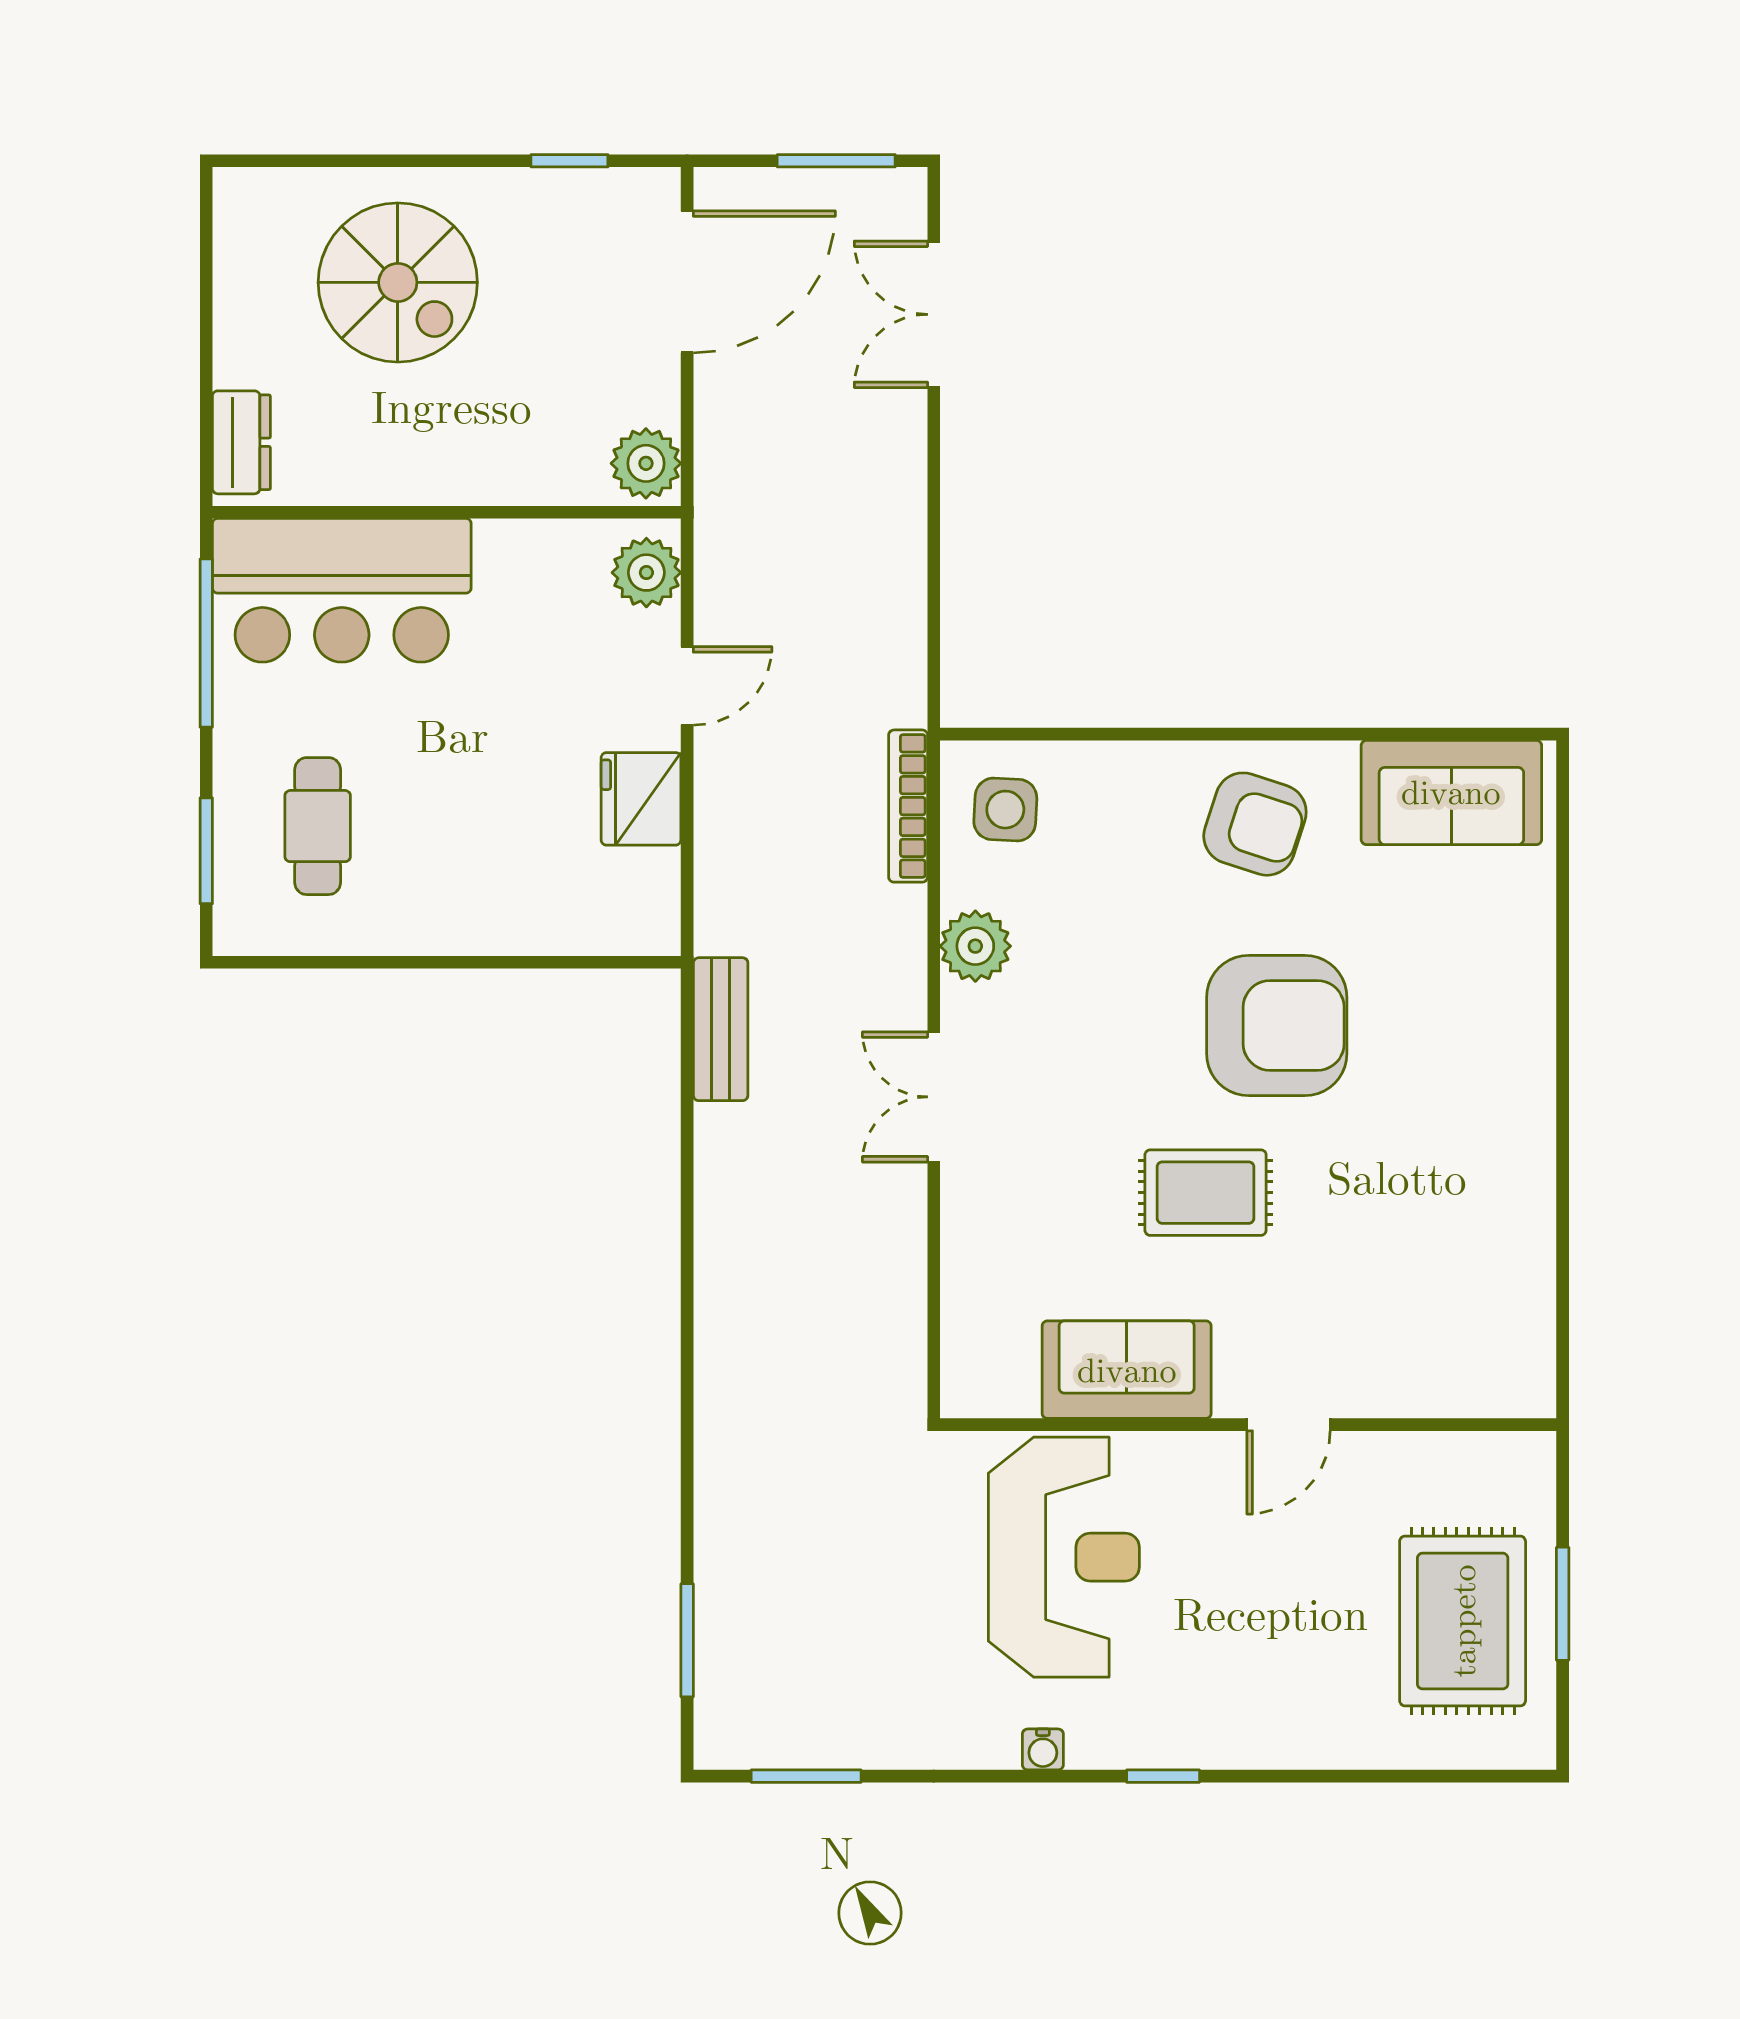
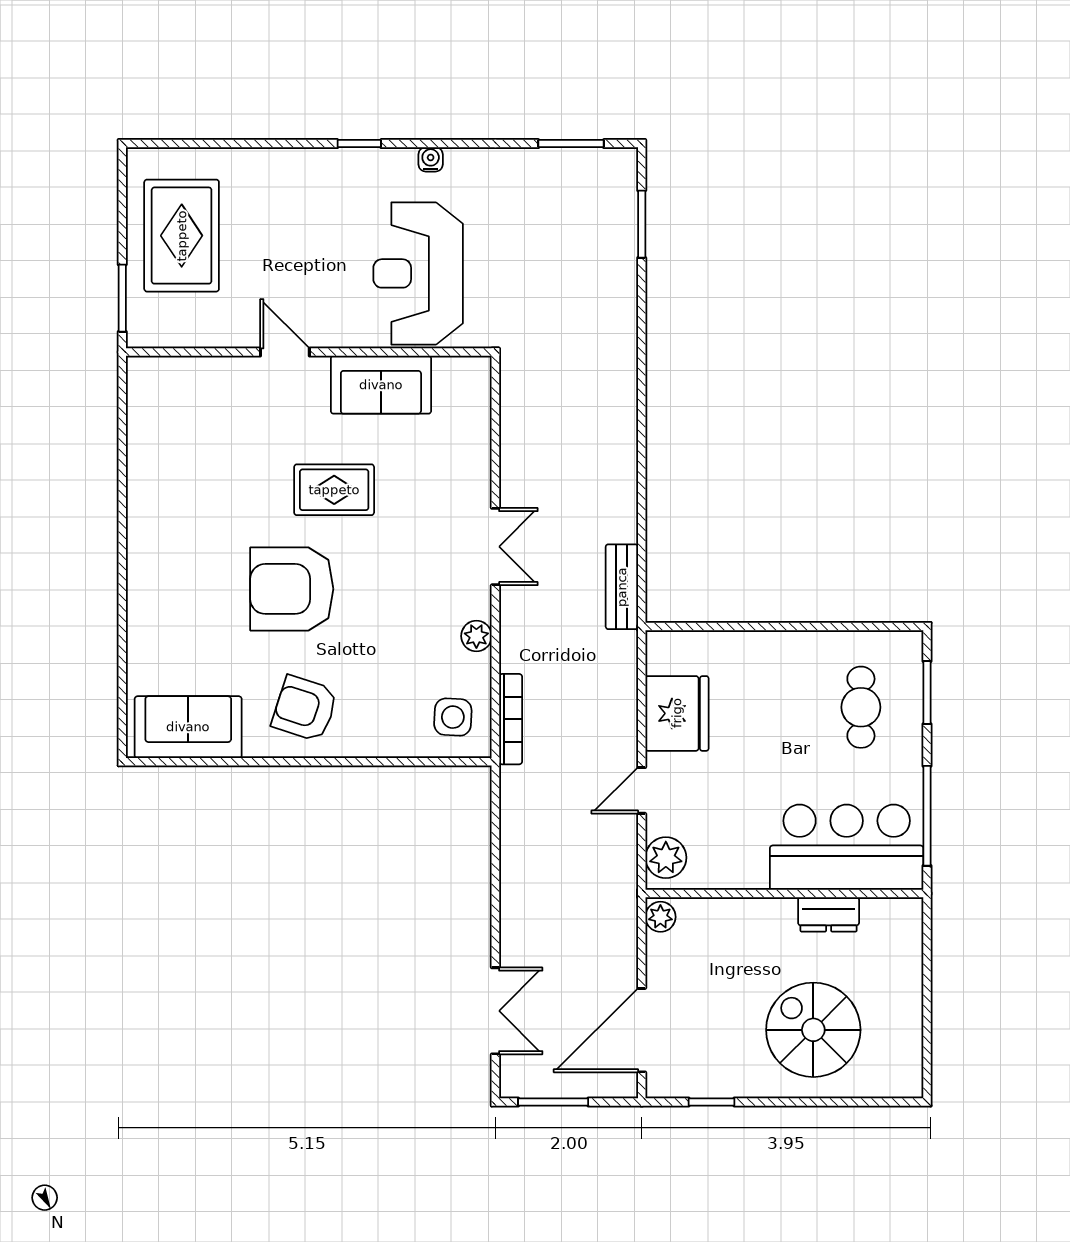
dresser: (241, 442) -> (829, 914), moved, turned -90
plant: (646, 463) -> (660, 917), width x0.73, depth x0.73
fridge: (641, 799) -> (677, 713), width x1.36, depth x1.34
plant: (975, 946) -> (476, 636), width x0.73, depth x0.73
door: (1288, 1425) -> (285, 352), hinge flipped
window: (1563, 1604) -> (122, 298), moved

